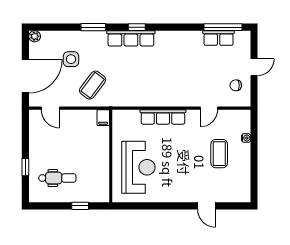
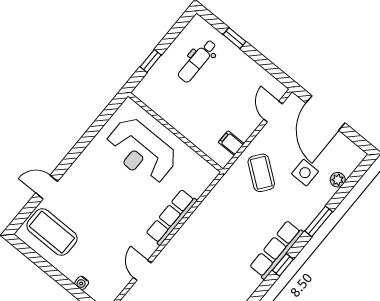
plant: (35, 36) -> (338, 180), moved
door: (50, 108) -> (273, 112), hinge flipped
filing cabinet: (103, 118) -> (231, 143), moved
coffee table: (219, 154) -> (52, 232), moved, width x1.36, depth x1.32

